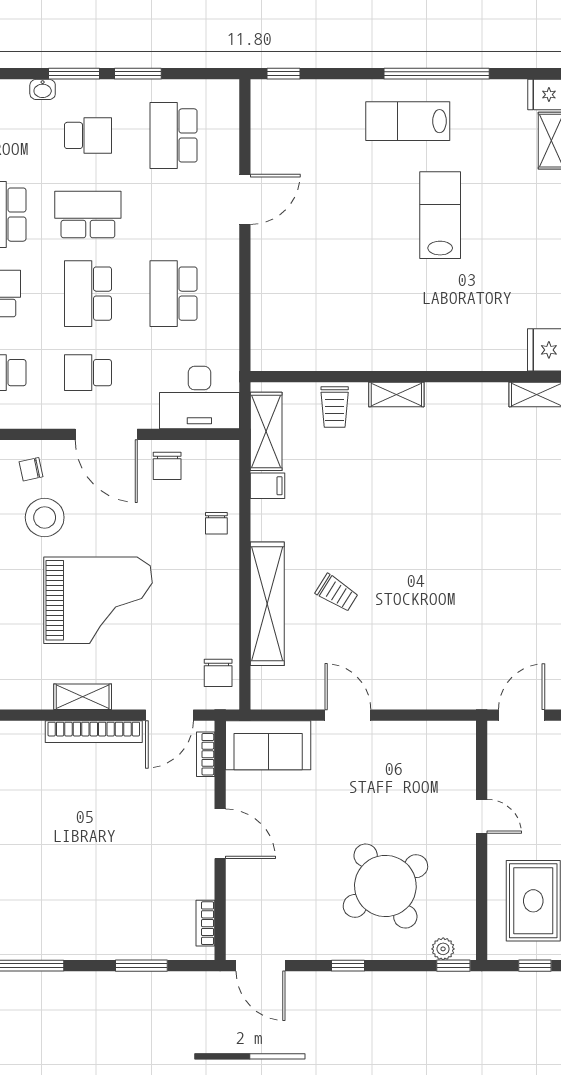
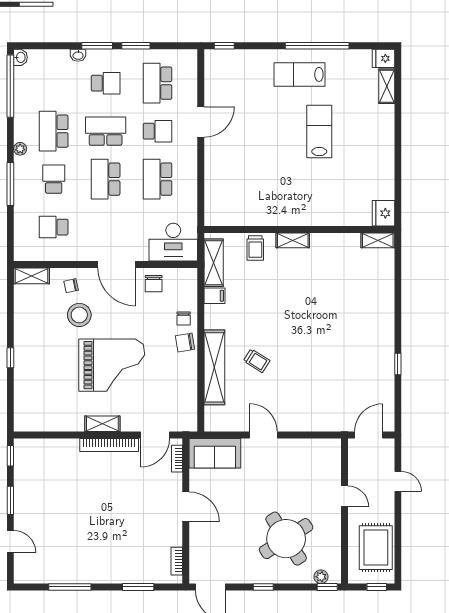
school desk: (88, 373) -> (157, 131), moved, turned 180
chair: (218, 673) -> (185, 343), moved, turned 81

